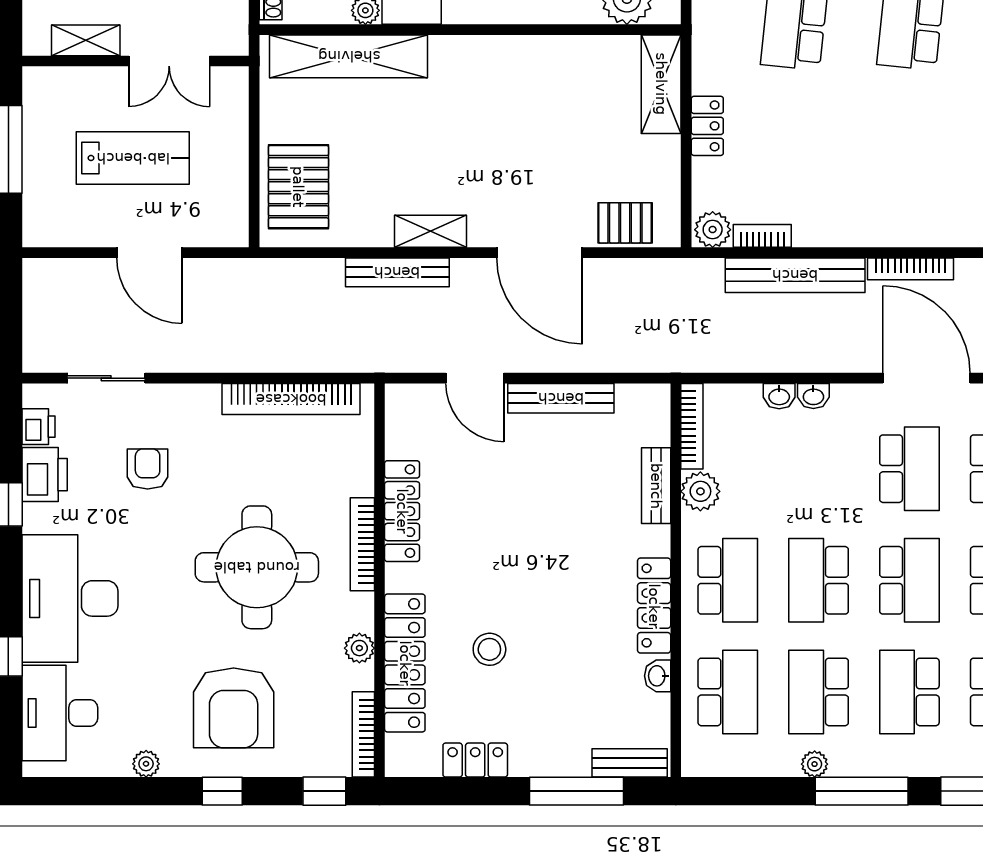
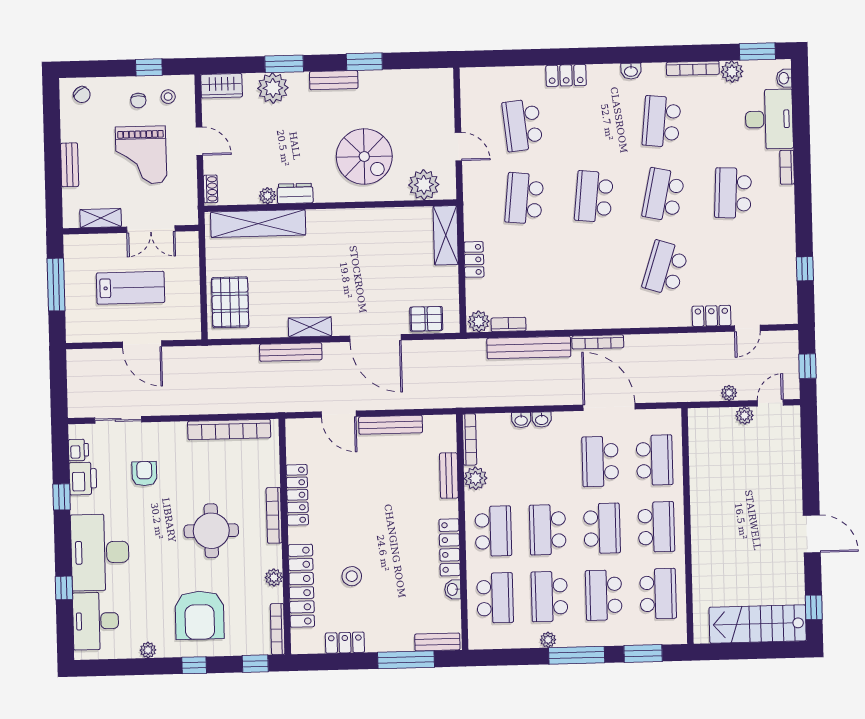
school desk: (909, 469) -> (600, 461), turned 180
round table: (257, 567) -> (211, 531), width x0.73, depth x0.73

